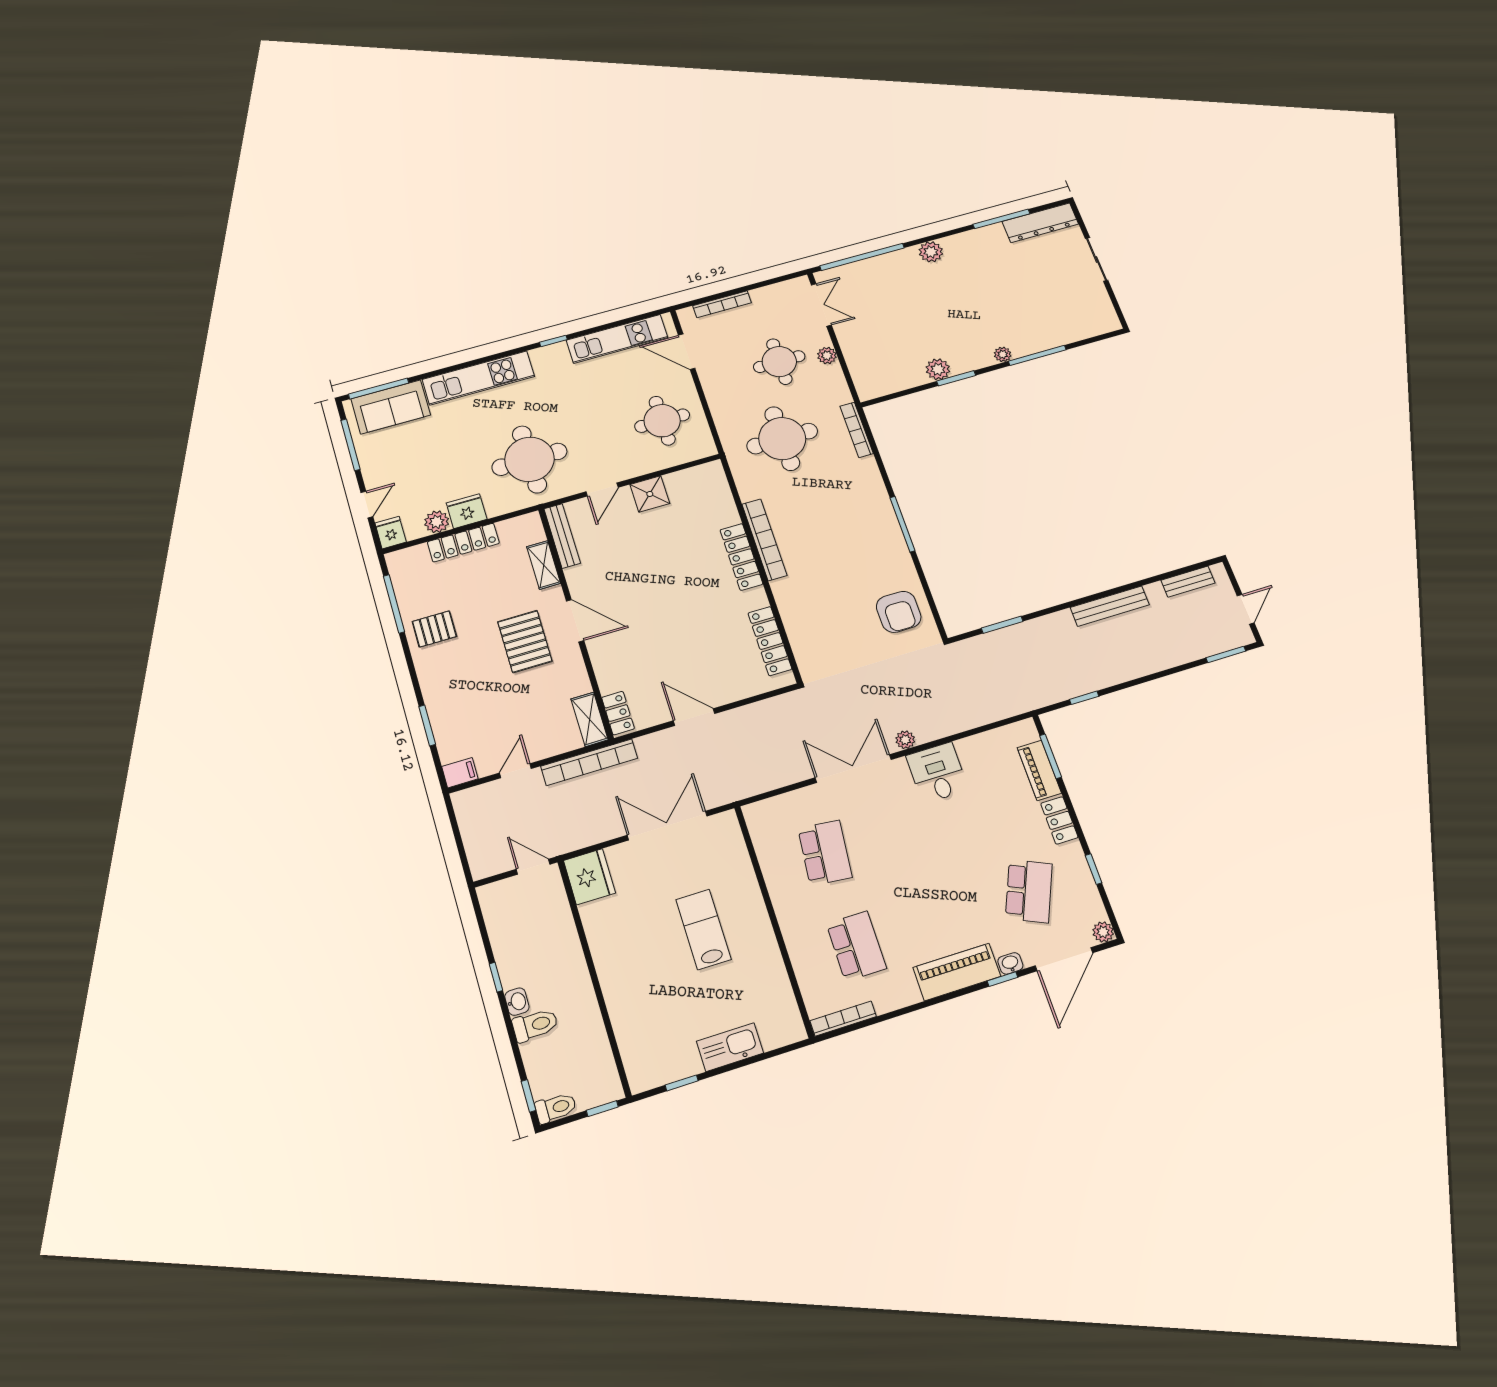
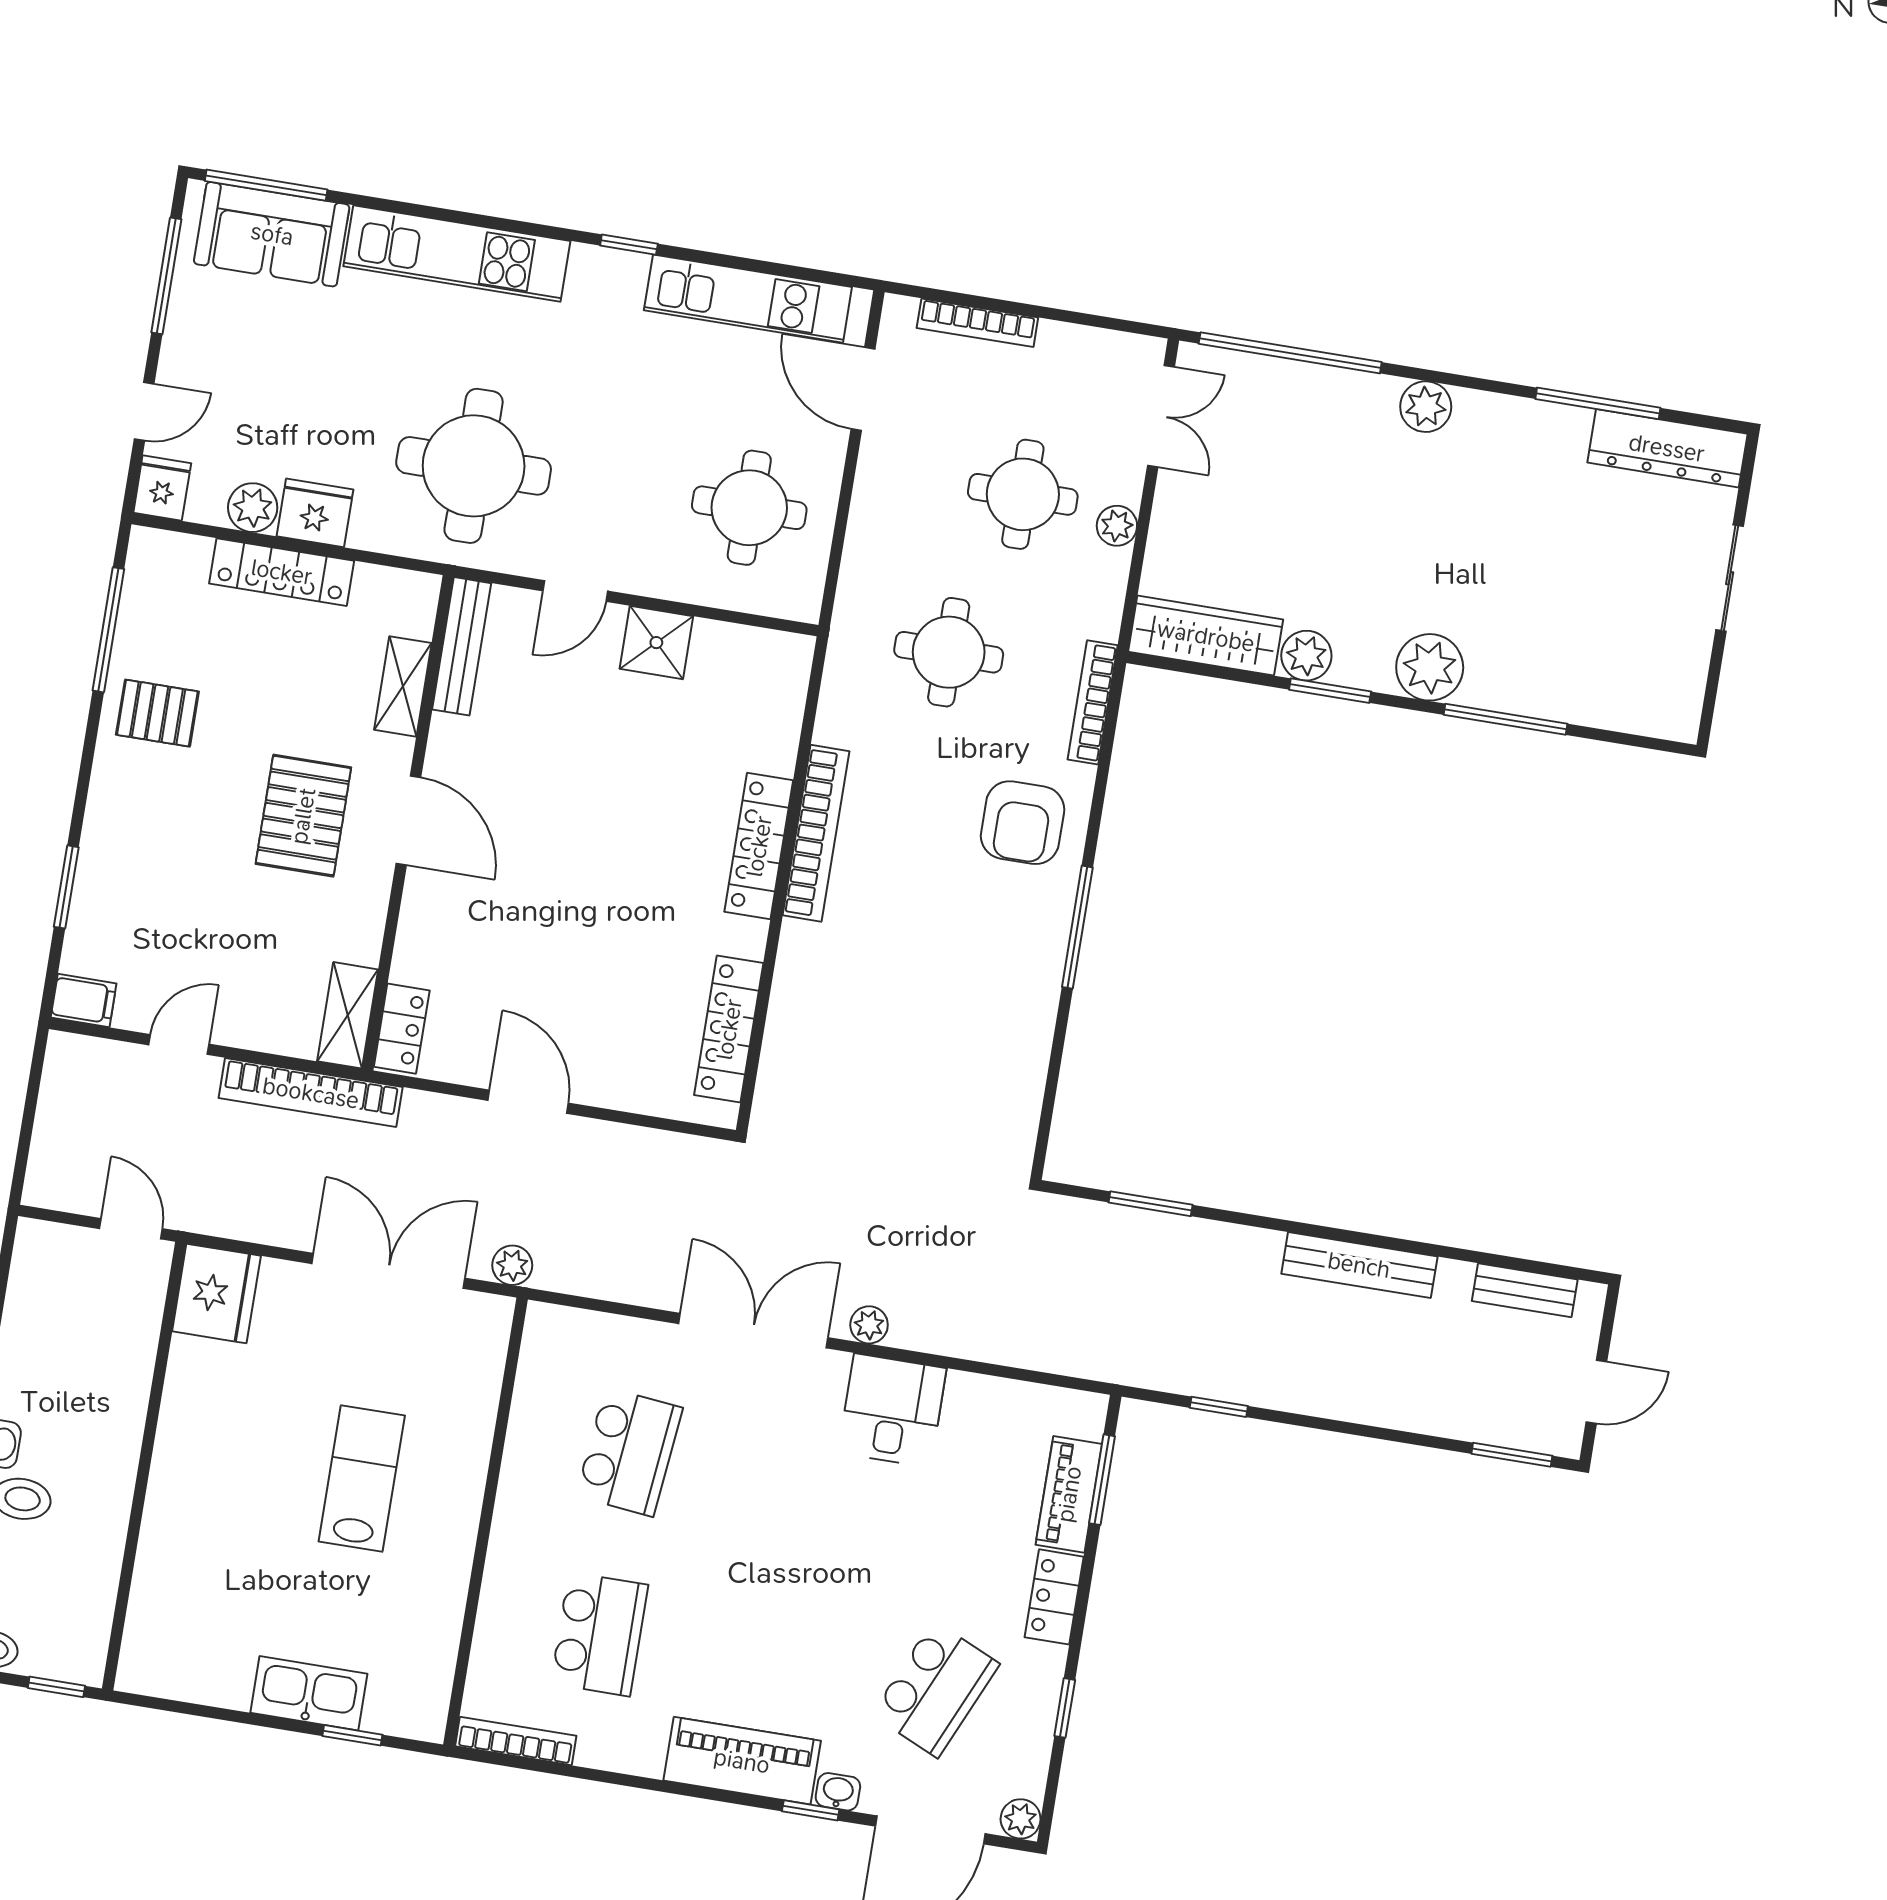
plant: (1003, 354) -> (1430, 667), width x1.88, depth x1.88
wardrobe: (890, 381) -> (1206, 636), added
round table: (782, 439) -> (949, 652), width x0.73, depth x0.73
armchair: (899, 612) -> (1023, 823), moved
plant: (725, 794) -> (512, 1265), added
window: (682, 1083) -> (352, 1735), moved

